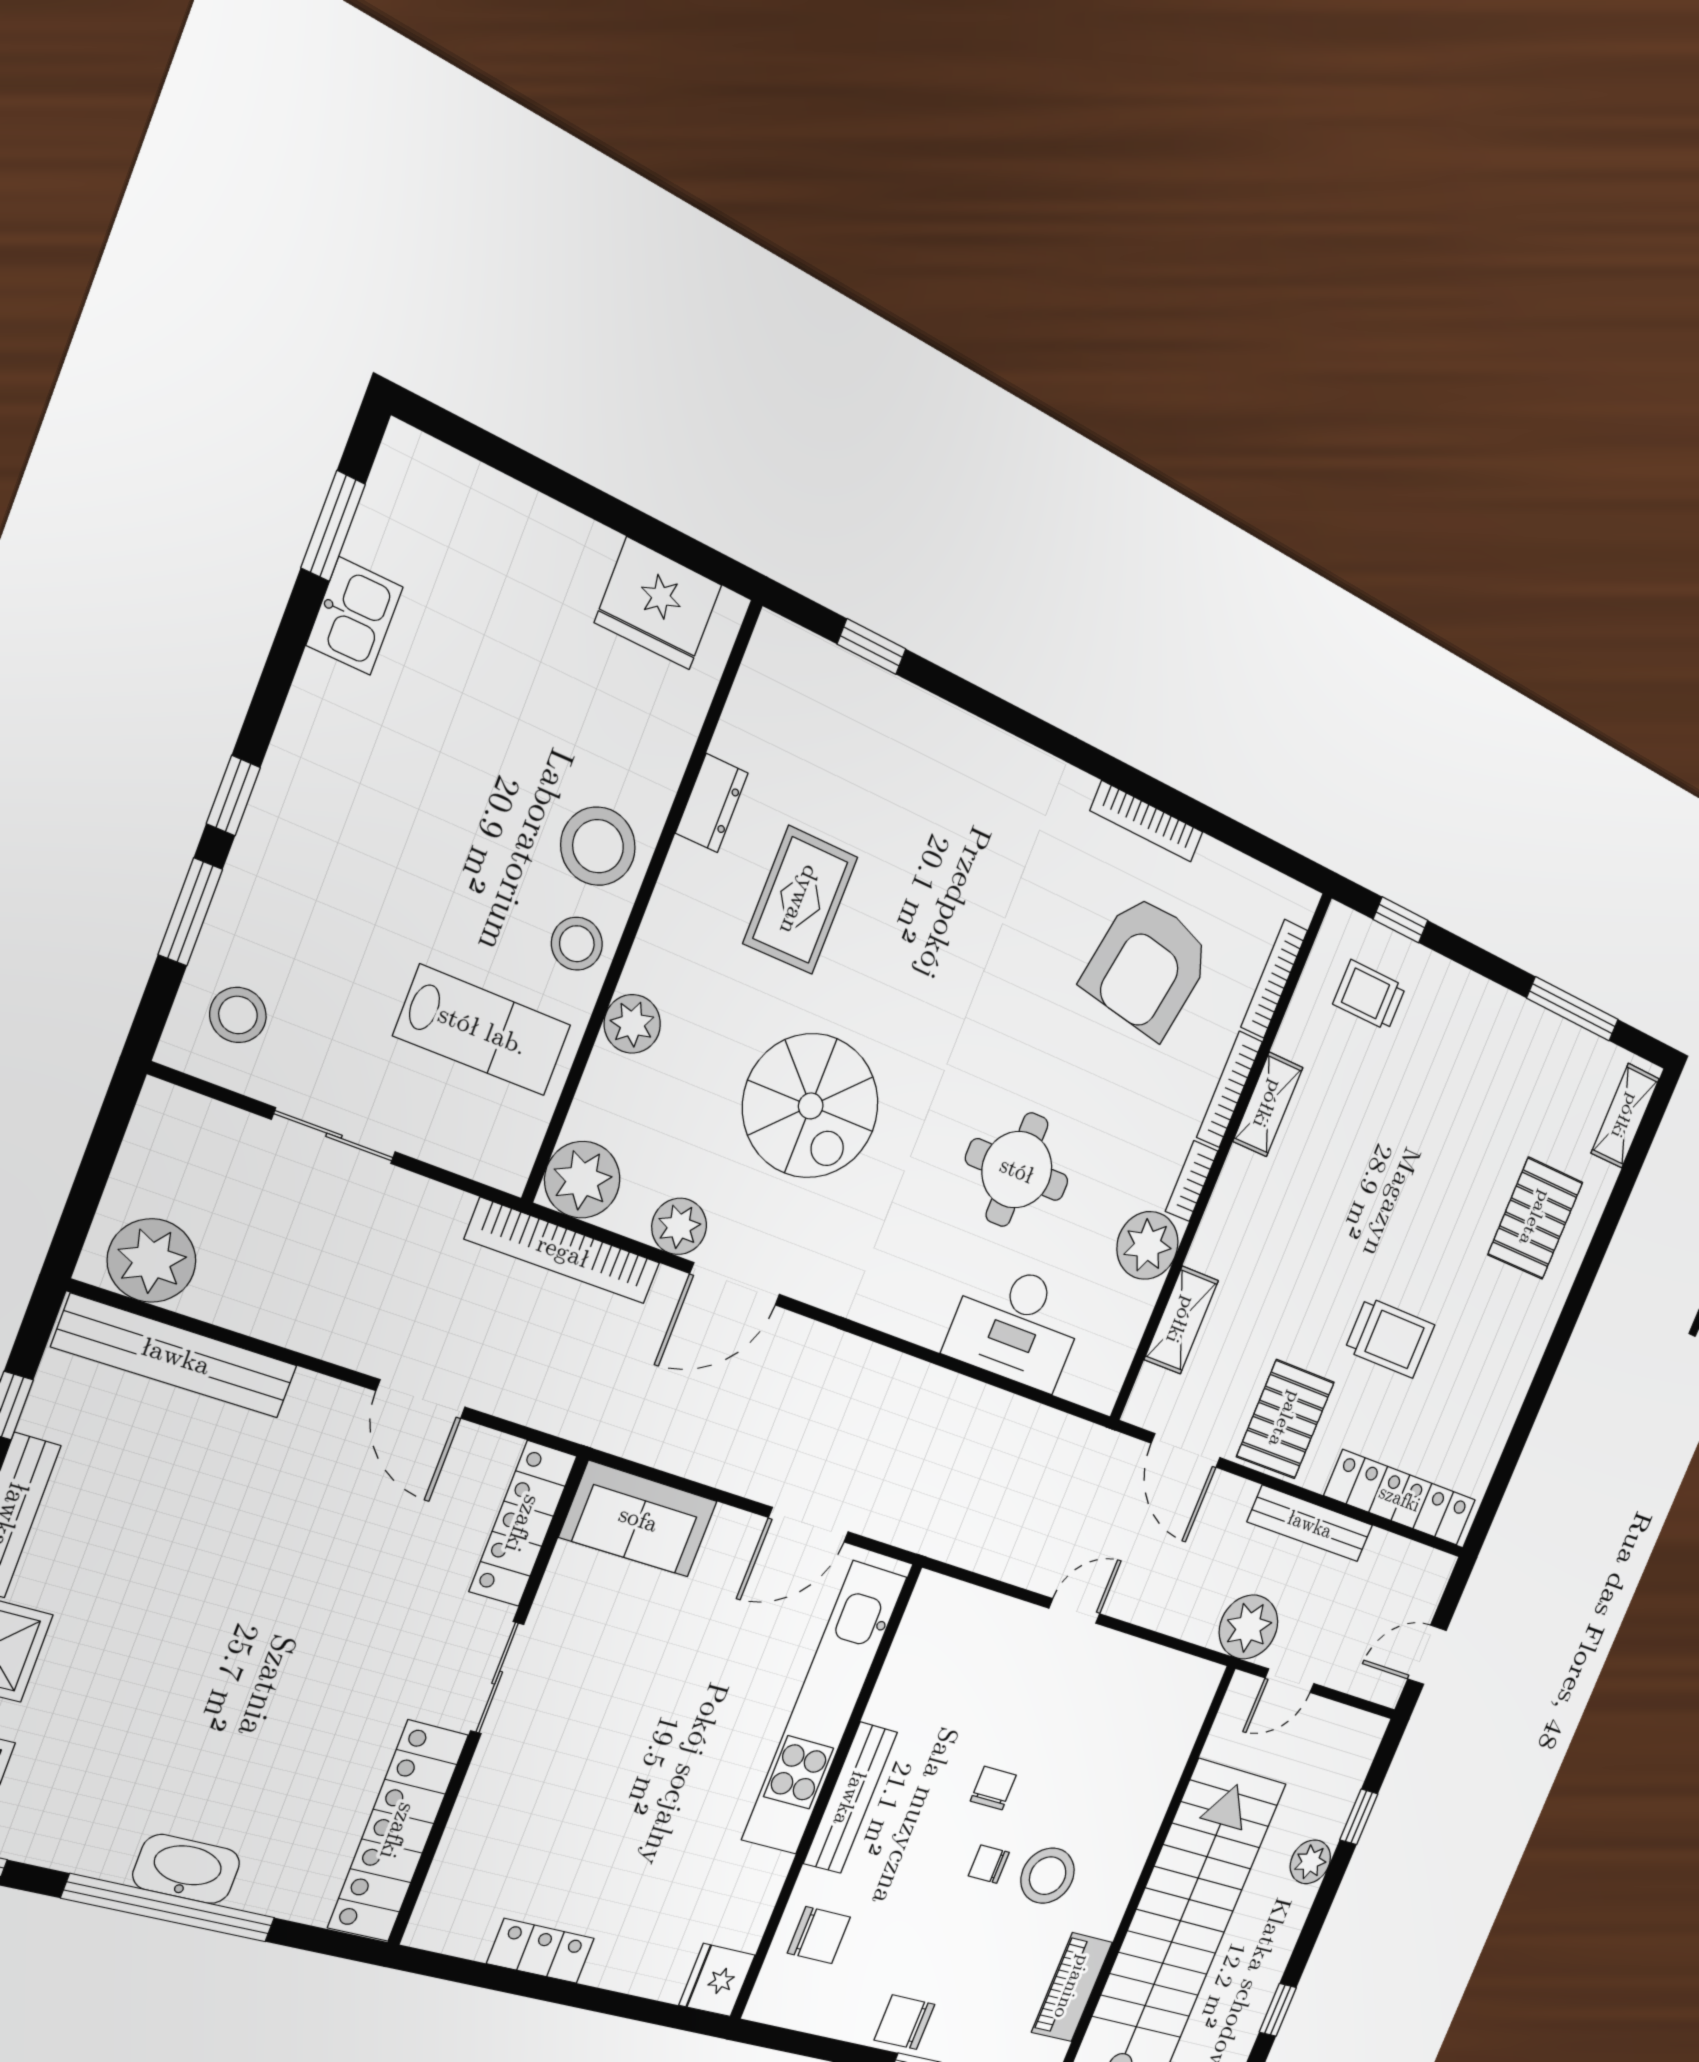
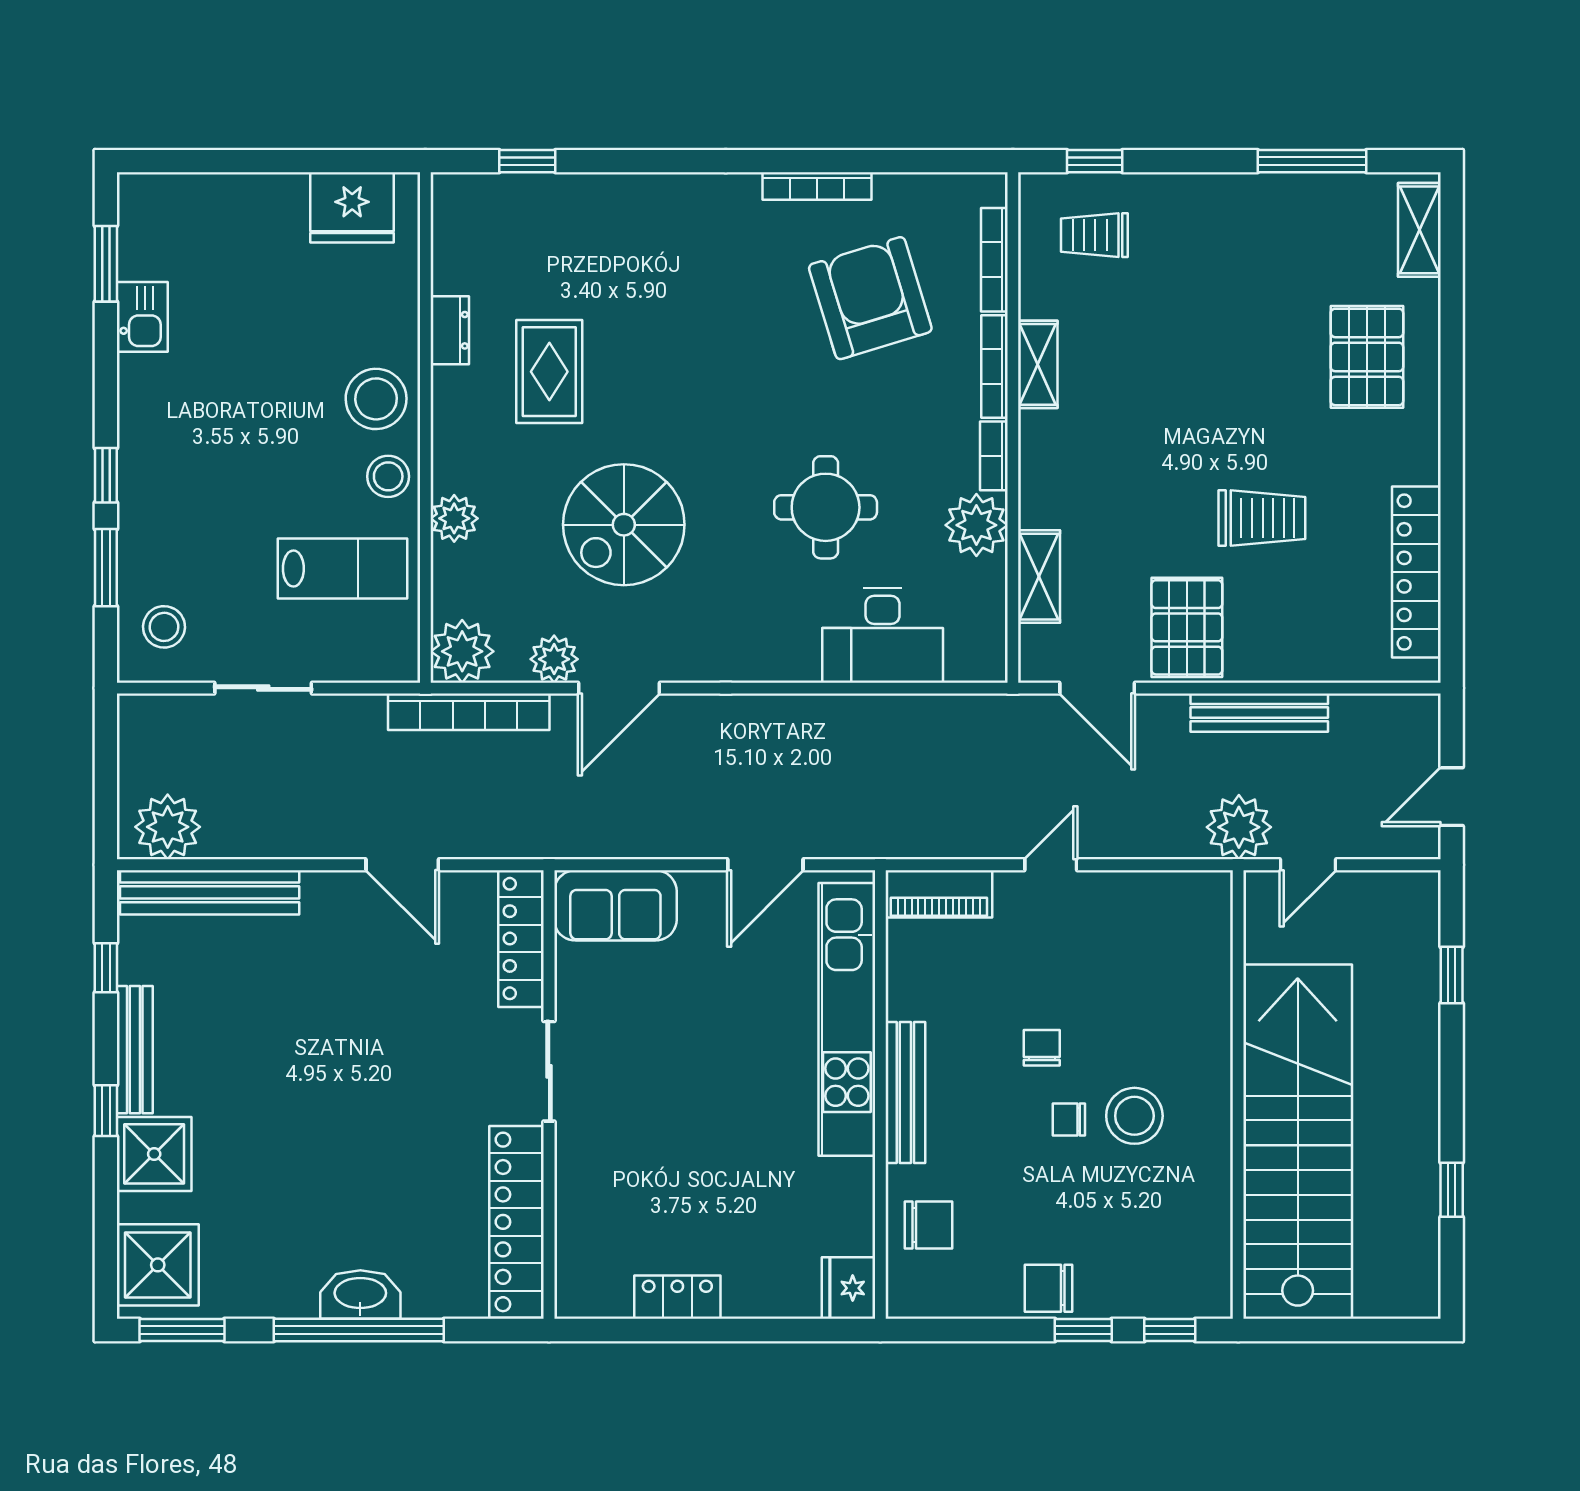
armchair: (1147, 966) -> (870, 298), turned 153
spiral stairs: (811, 1106) -> (624, 525), turned 90
locker: (1400, 1498) -> (1416, 572), moved, turned -90
plant: (1310, 1862) -> (1417, 1033), removed
piano: (1072, 1987) -> (939, 894), moved, turned -90

